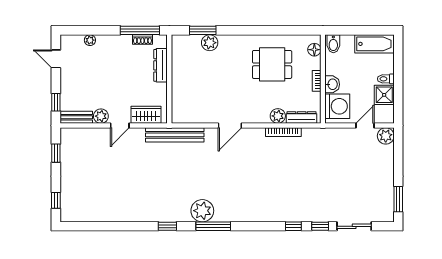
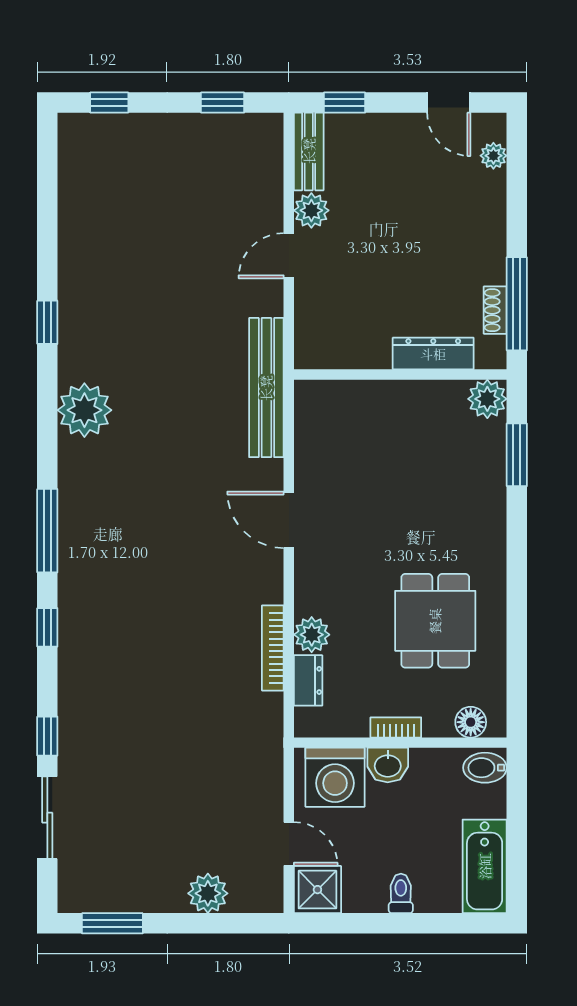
plant: (90, 40) -> (493, 156), moved
plant: (210, 43) -> (487, 399), moved
door: (56, 59) -> (449, 103), swing flipped
shower: (384, 95) -> (317, 890), moved
wardrobe: (146, 115) -> (315, 318), removed
dresser: (302, 117) -> (308, 680), width x0.70
door: (120, 126) -> (289, 256), hinge flipped
plant: (386, 136) -> (208, 893), moved
plant: (202, 211) -> (84, 410), moved
window: (167, 226) -> (47, 322), moved
window: (213, 226) -> (47, 531), moved
window: (293, 226) -> (47, 627), moved

